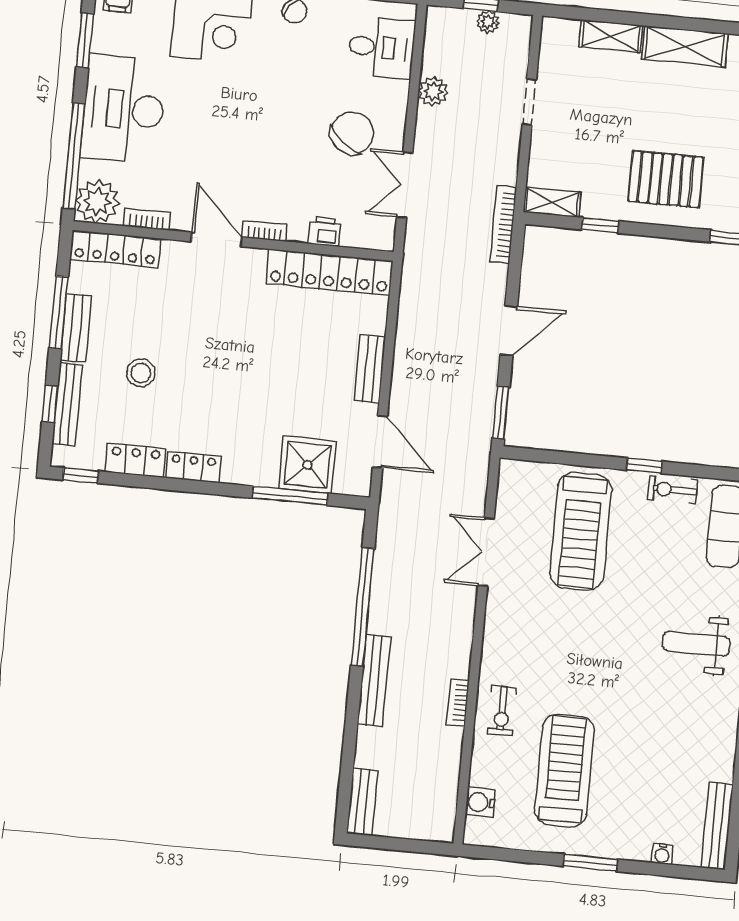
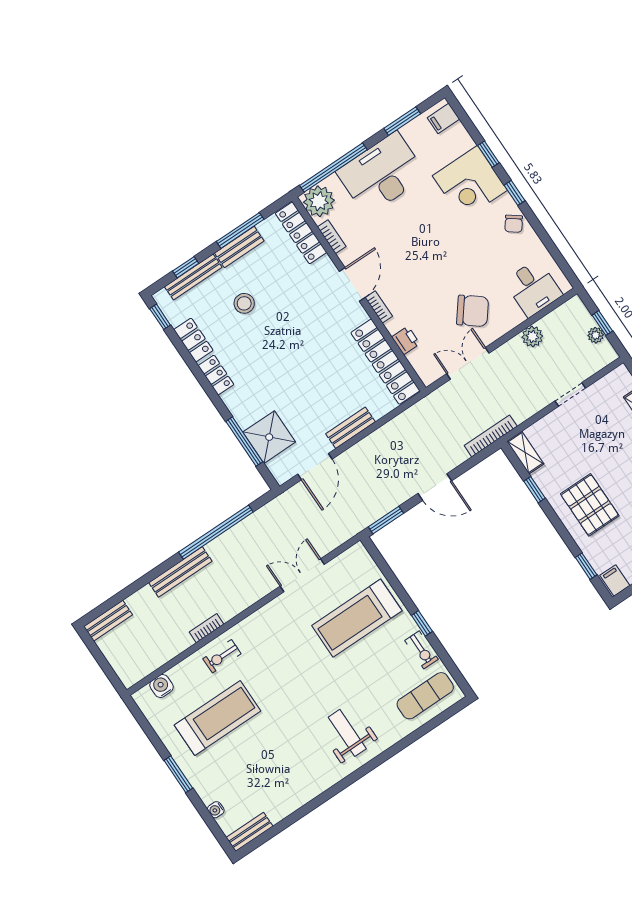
exercise bike: (673, 490) -> (421, 650), turned 180
bench: (717, 826) -> (249, 832), width x0.73

